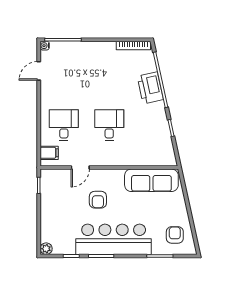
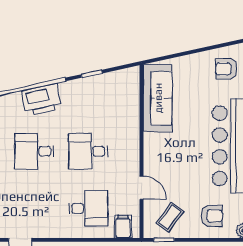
desk: (109, 82) -> (34, 151), added
desk: (64, 125) -> (88, 208), turned 180
coffee table: (57, 190) -> (170, 217), added
armchair: (98, 200) -> (212, 216), moved

